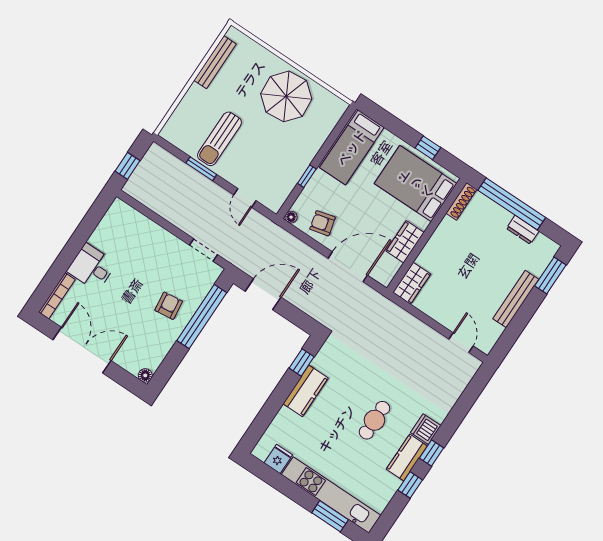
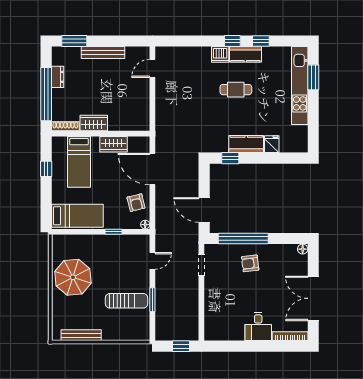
bed: (416, 184) -> (79, 162), width x0.67
wardrobe: (412, 283) -> (94, 123), moved
fridge: (278, 459) -> (272, 144), moved, turned 90

